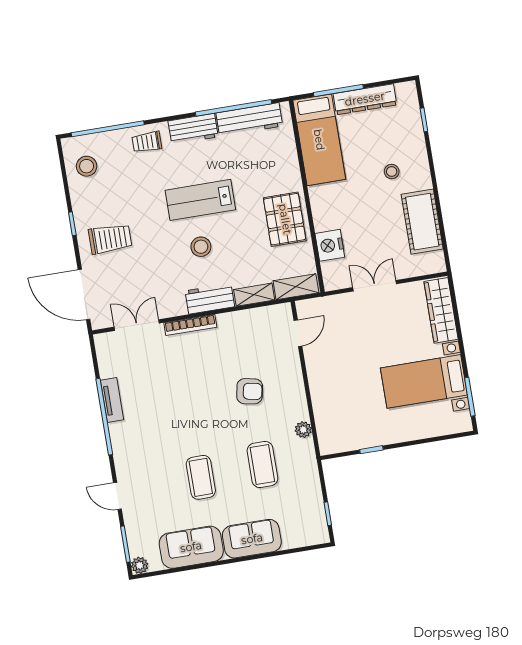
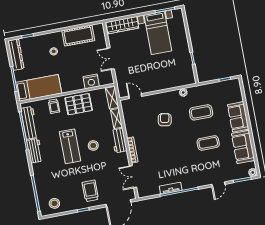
dresser: (365, 99) -> (16, 55), moved
trolley: (147, 142) -> (54, 106), moved

